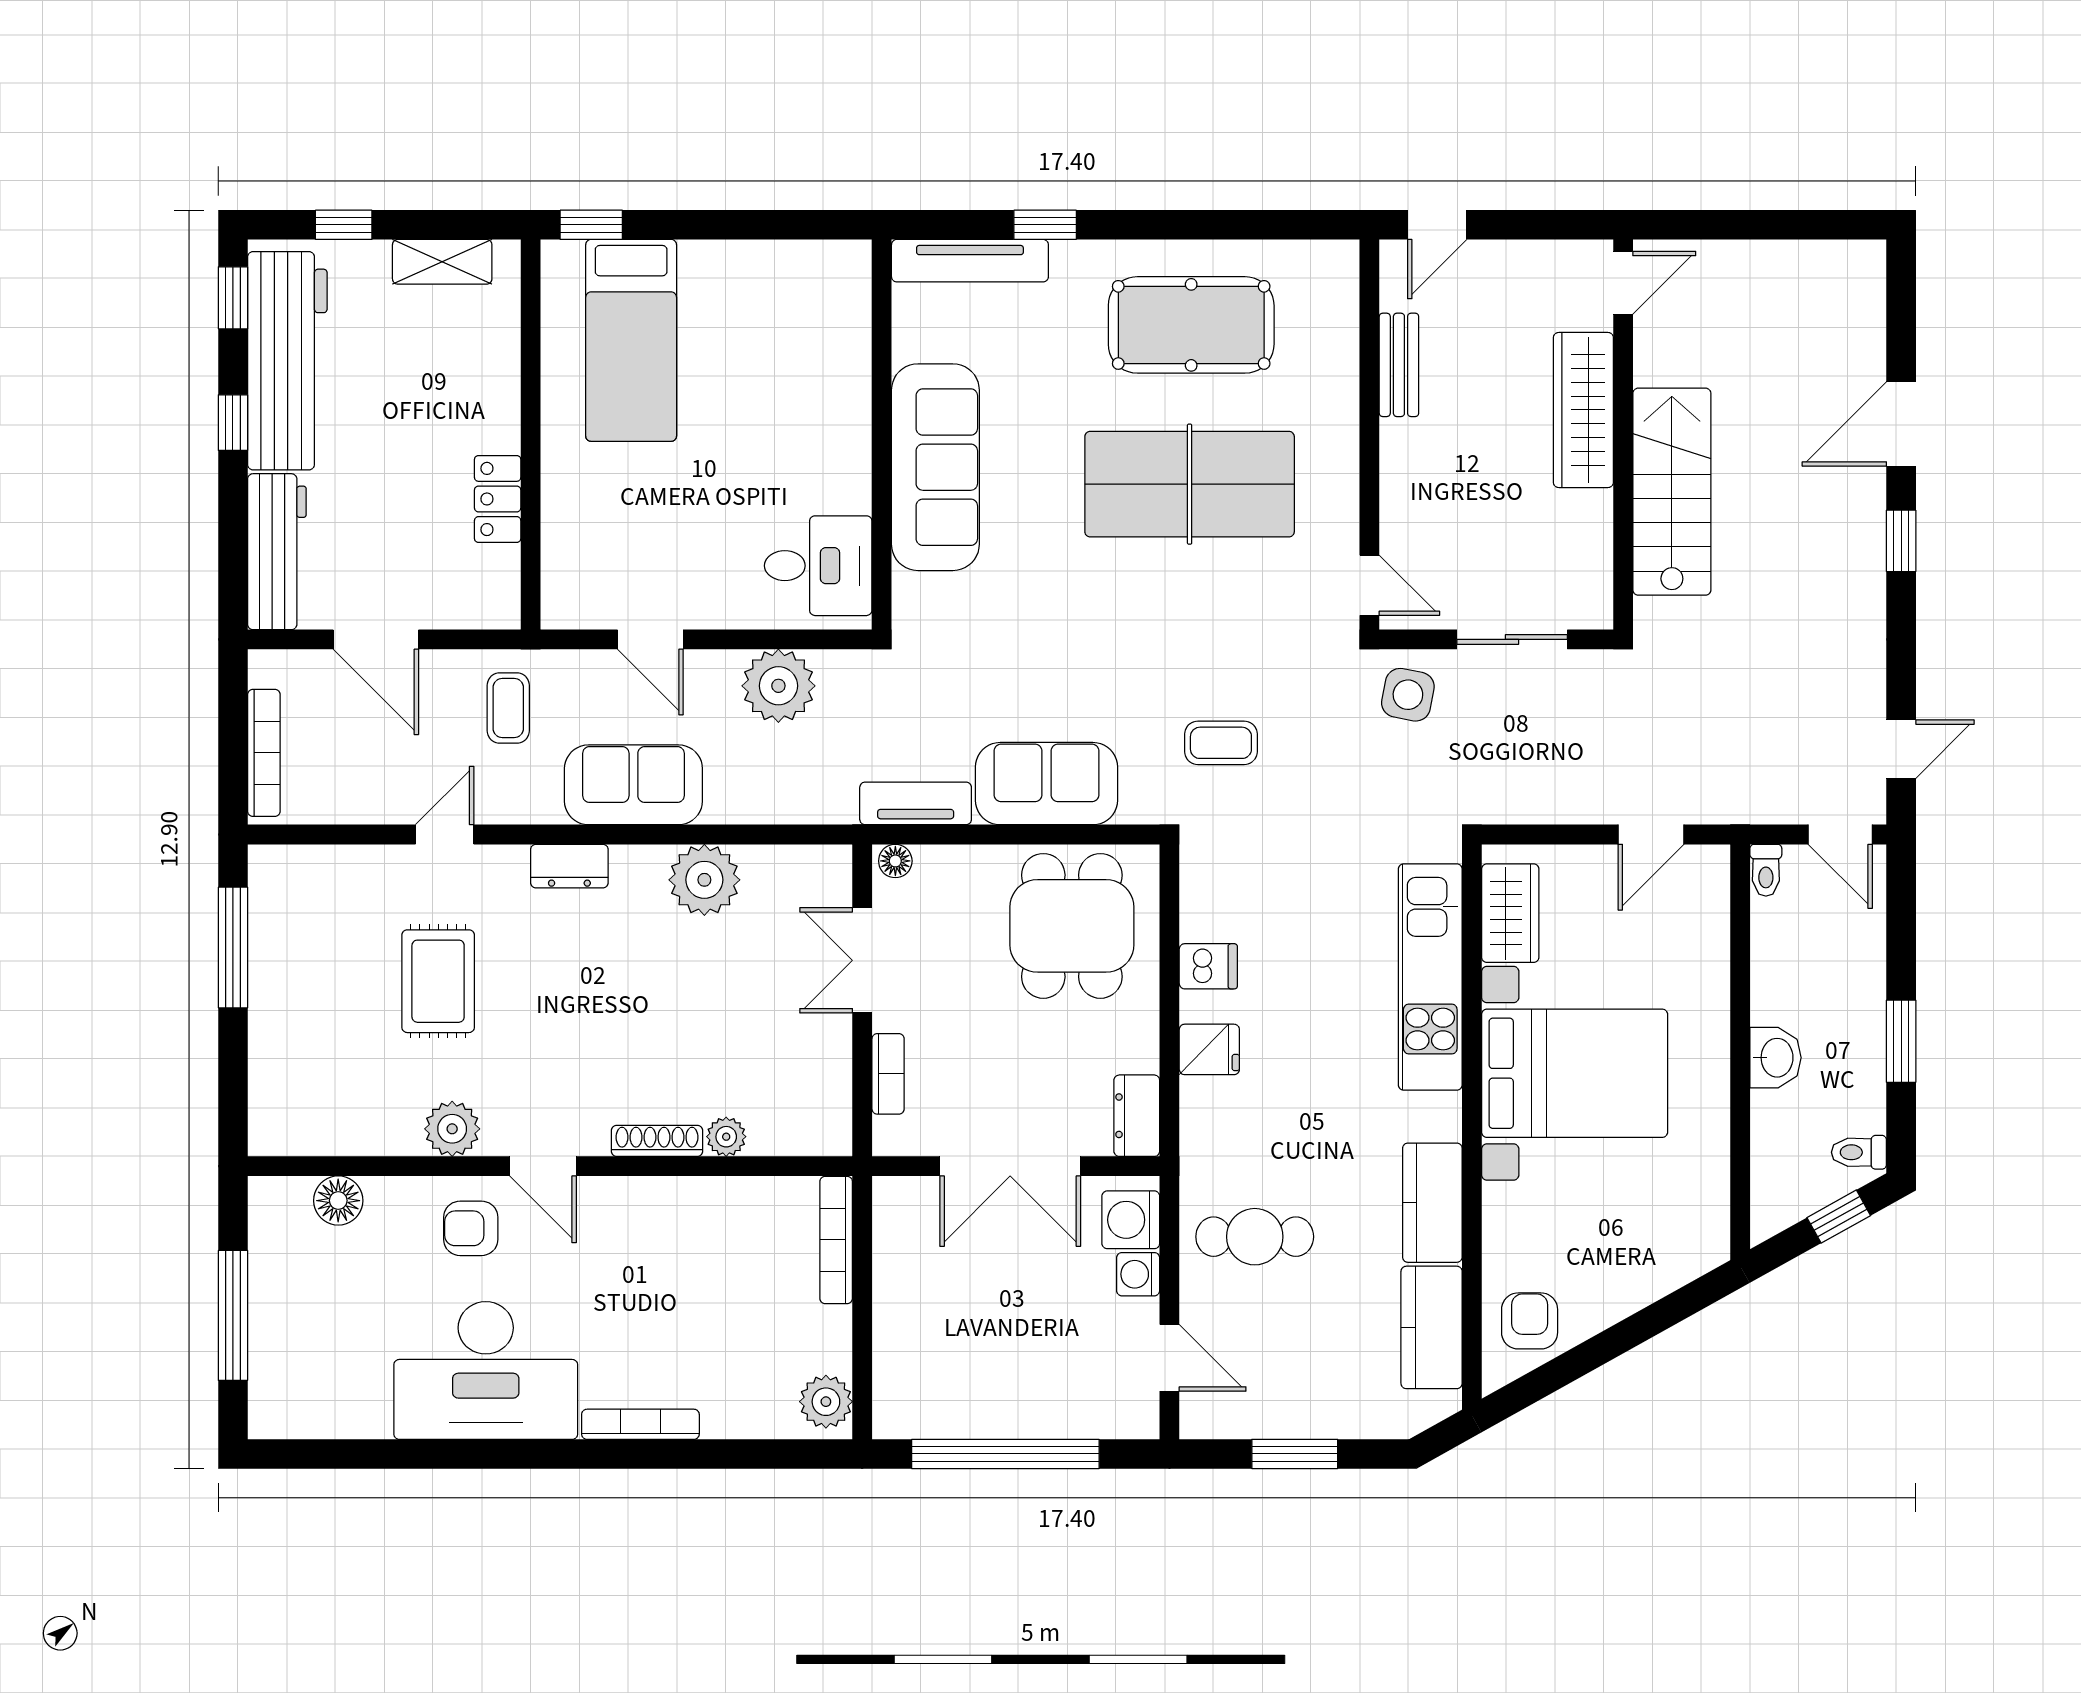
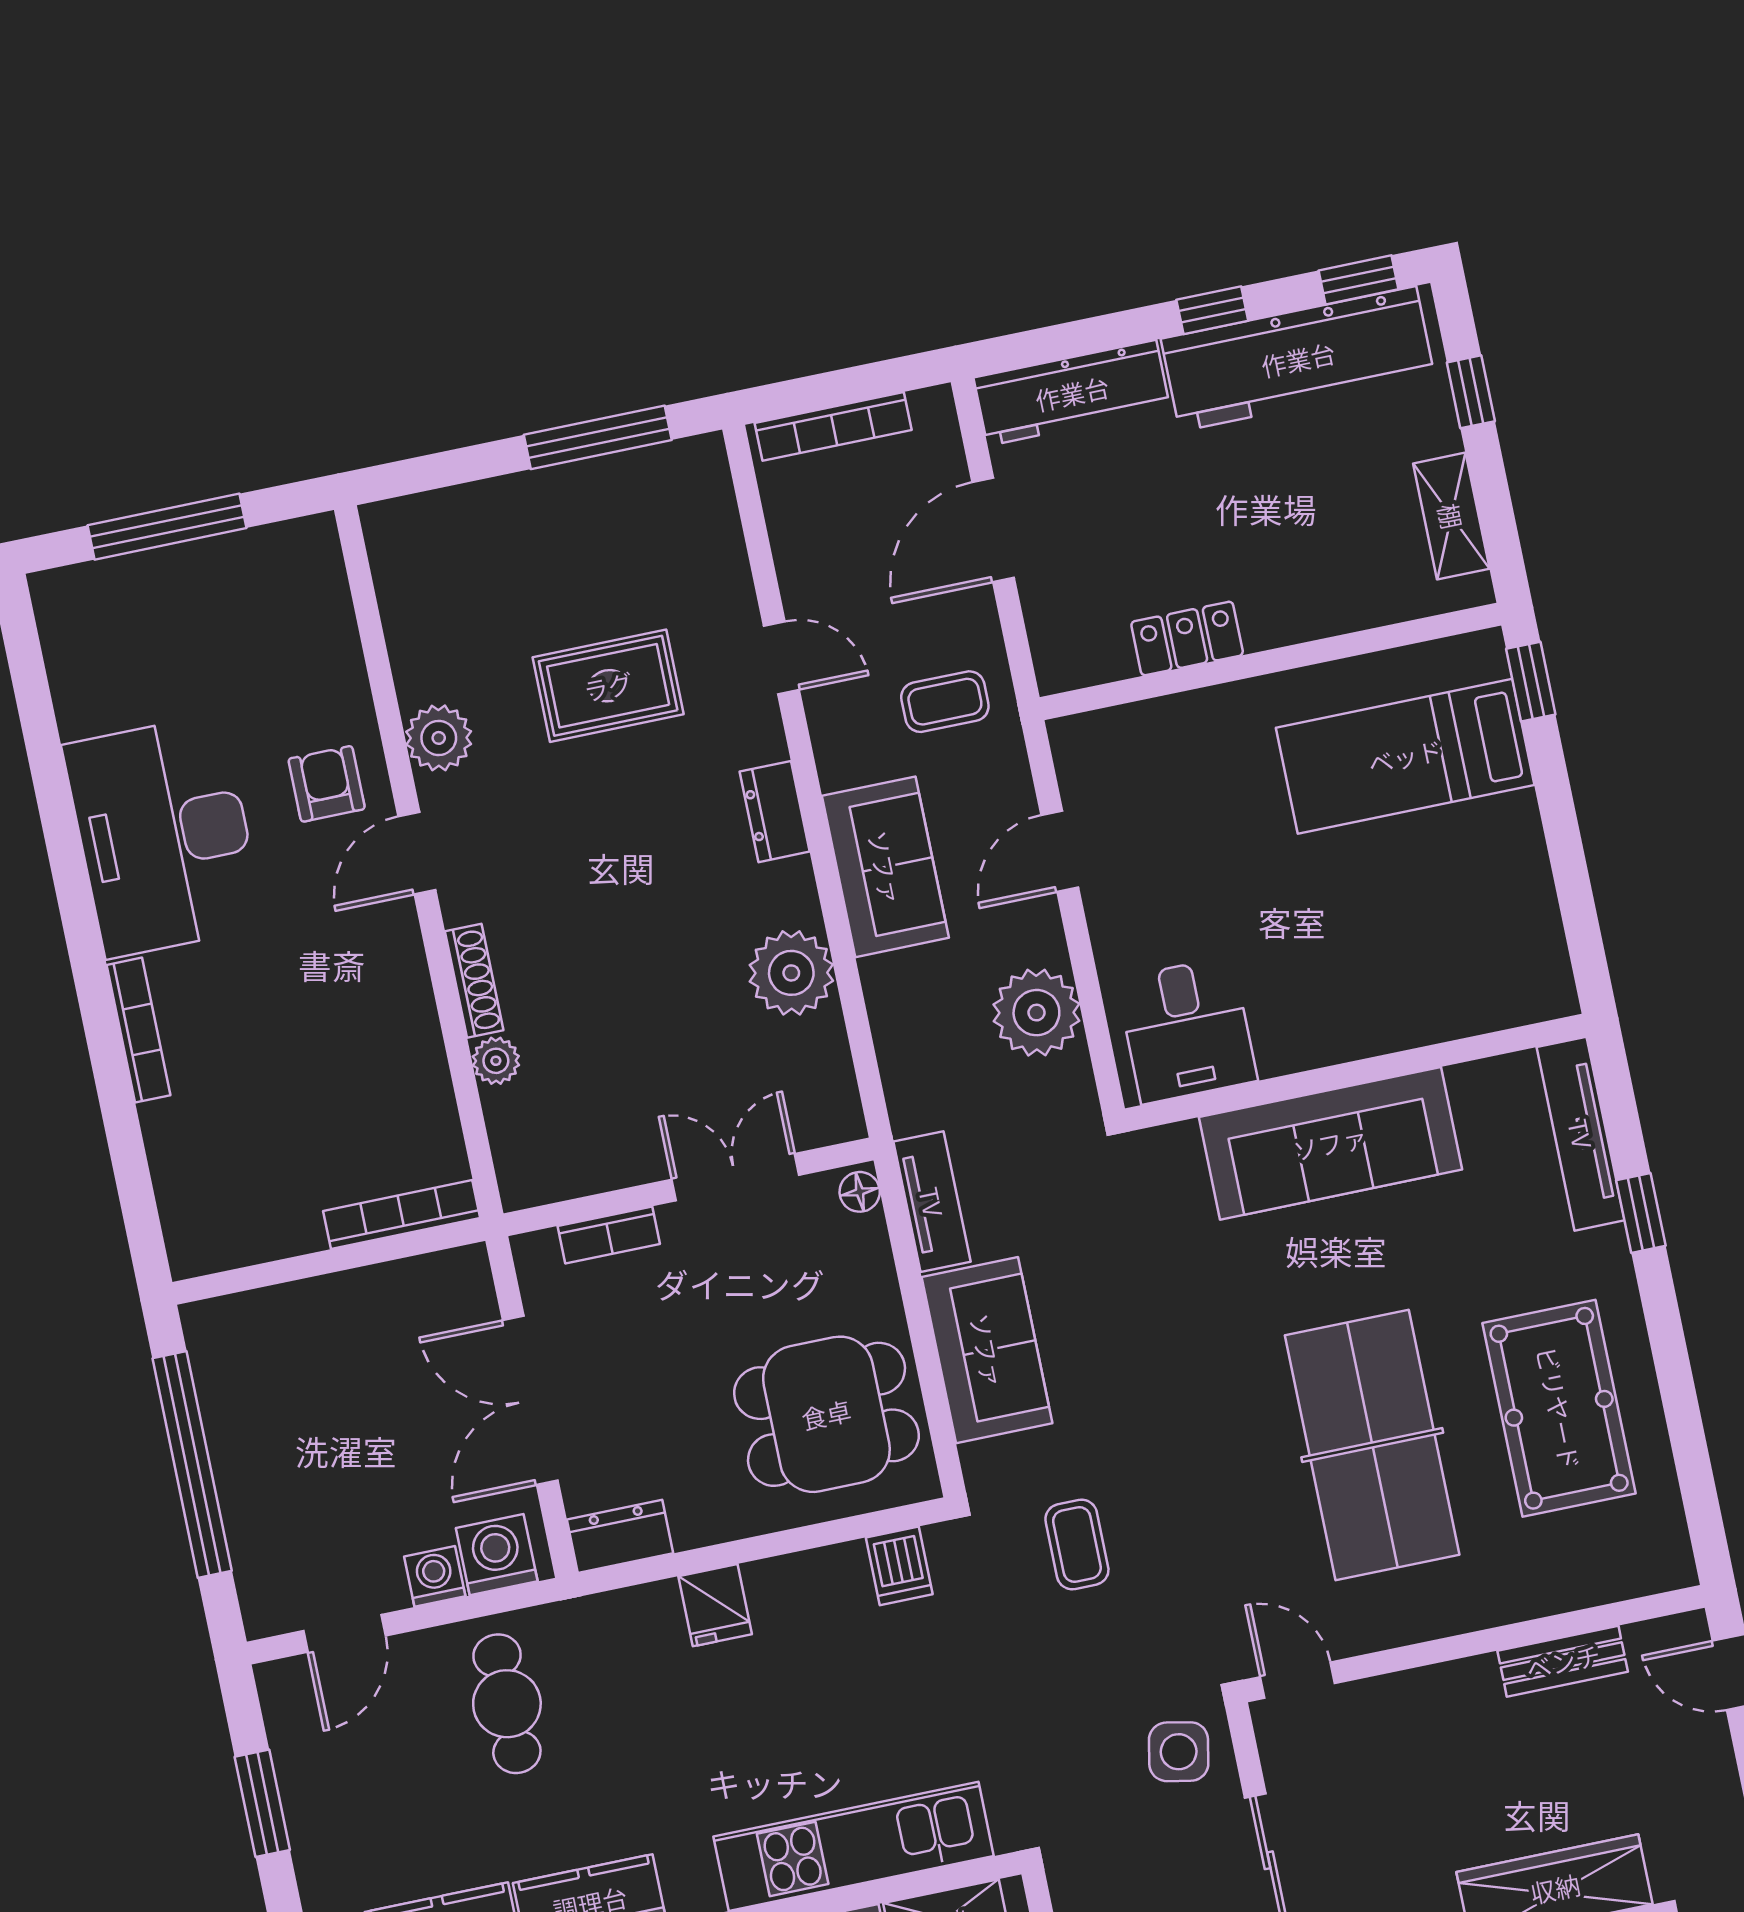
door: (1369, 585) -> (1297, 1680), swing flipped
dishwasher: (1208, 966) -> (899, 1566), moved
floor lamp: (338, 1201) -> (327, 622), removed
plant: (826, 1402) -> (210, 1242), removed

